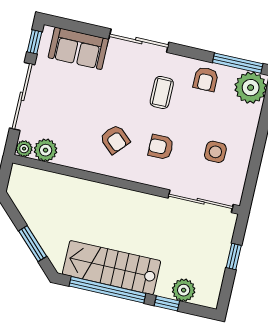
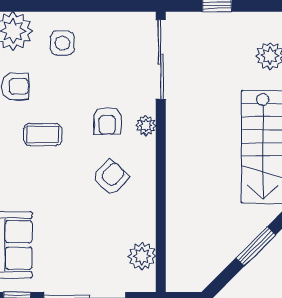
plant: (24, 149) -> (146, 125), moved
side table: (215, 152) -> (62, 43), moved

